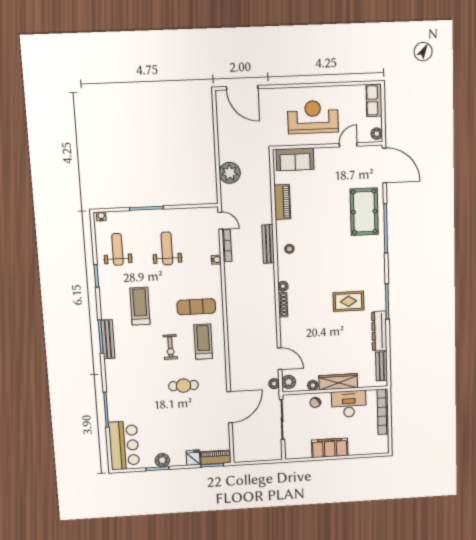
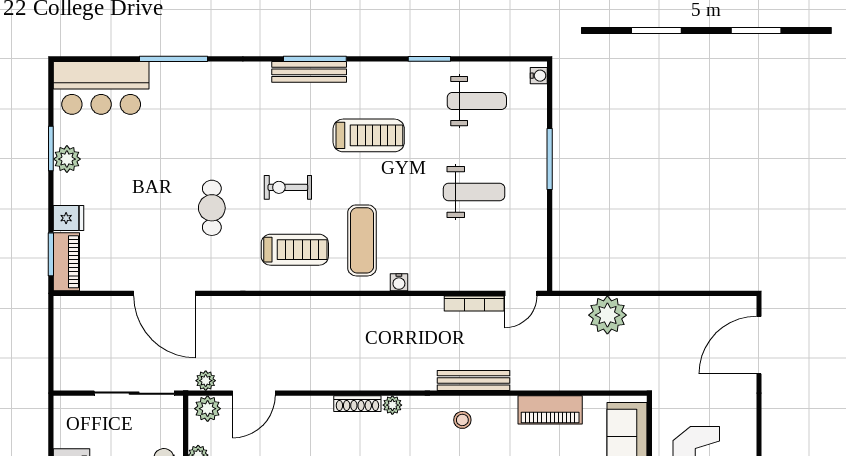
water cooler: (216, 260) -> (399, 282), moved

